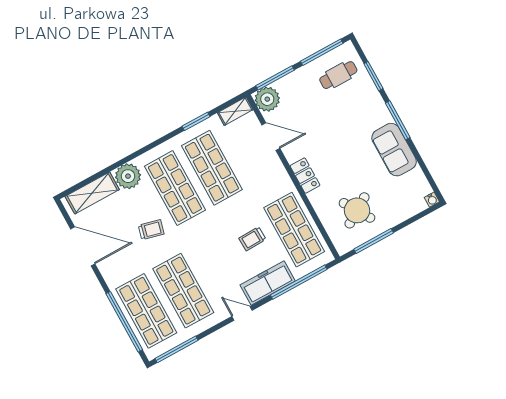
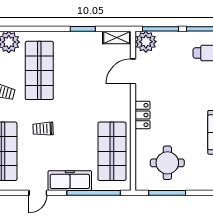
door: (271, 137) -> (133, 71), swing flipped
shop shelf: (212, 168) -> (76, 70), removed
round table: (357, 210) -> (167, 163), turned 32
trolley: (252, 239) -> (43, 129), moved
door: (242, 313) -> (38, 193), swing flipped

